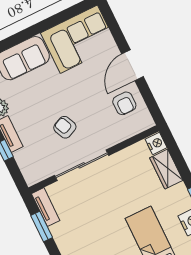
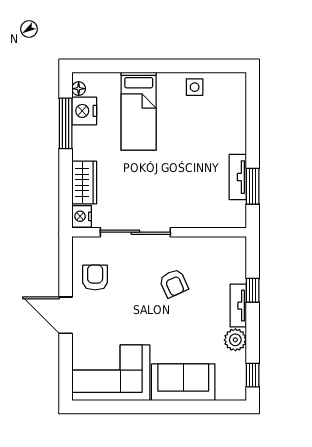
door: (133, 65) -> (66, 315), swing flipped
sliding door: (82, 165) -> (135, 232), moved
tv unit: (46, 207) -> (238, 177), moved

